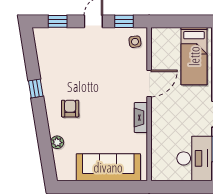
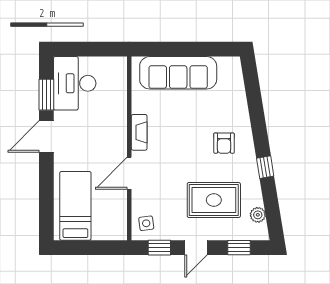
rug: (79, 61) -> (214, 200), added
plant: (57, 142) -> (258, 215), moved

